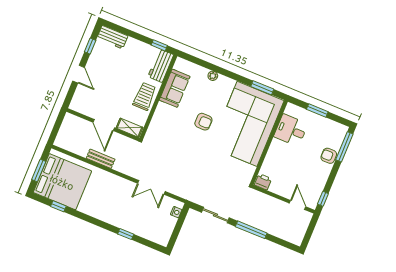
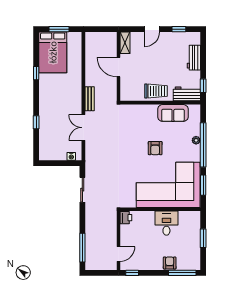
workbench: (112, 37) -> (194, 58), moved
window: (220, 71) -> (203, 145), added
door: (104, 125) -> (119, 67), hinge flipped
shelving: (130, 128) -> (125, 43), moved
desk: (291, 130) -> (166, 223), moved
bench: (101, 159) -> (90, 99), moved
bed: (62, 182) -> (53, 52), width x0.73
window: (58, 206) -> (36, 73), moved
window: (251, 230) -> (82, 248), moved

